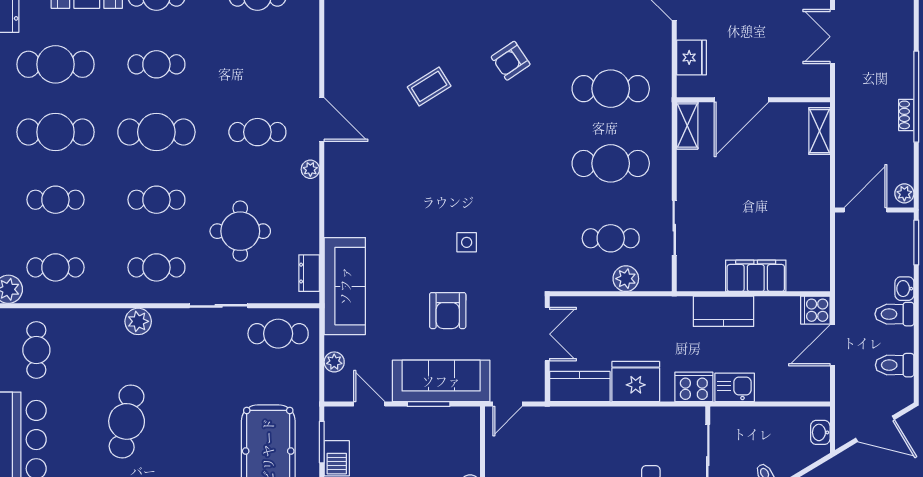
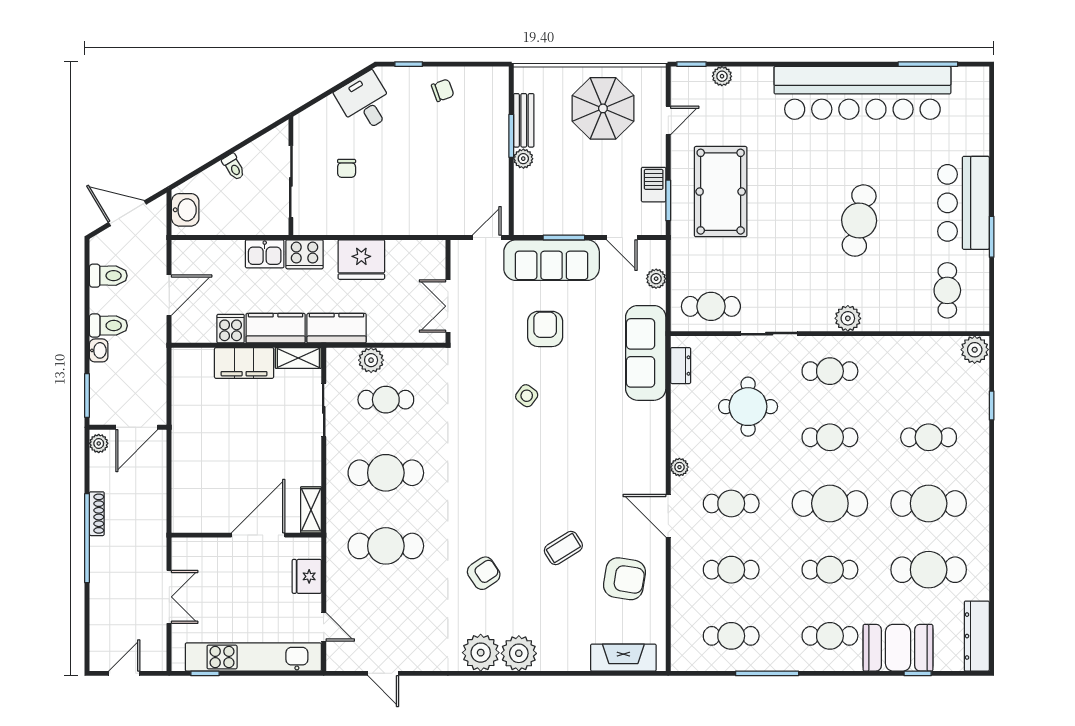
armchair: (367, 55) -> (624, 579), added
shoe rack: (906, 115) -> (97, 514), width x1.43
shelving: (819, 131) -> (298, 358), moved, turned 90
side table: (467, 242) -> (527, 396), turned 37
cafe table: (55, 267) -> (731, 570), moved
cooker: (815, 310) -> (231, 329), moved, turned -90
kitchen counter: (580, 387) -> (337, 328), moved, turned 180
washbasin: (820, 432) -> (185, 210), width x1.38, depth x1.45

